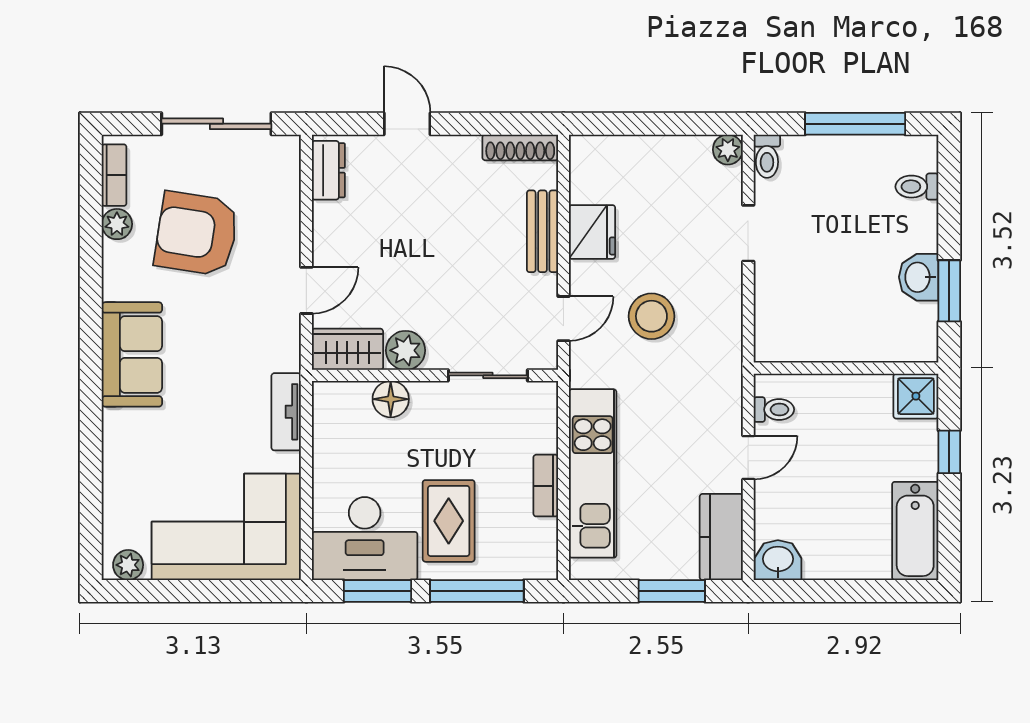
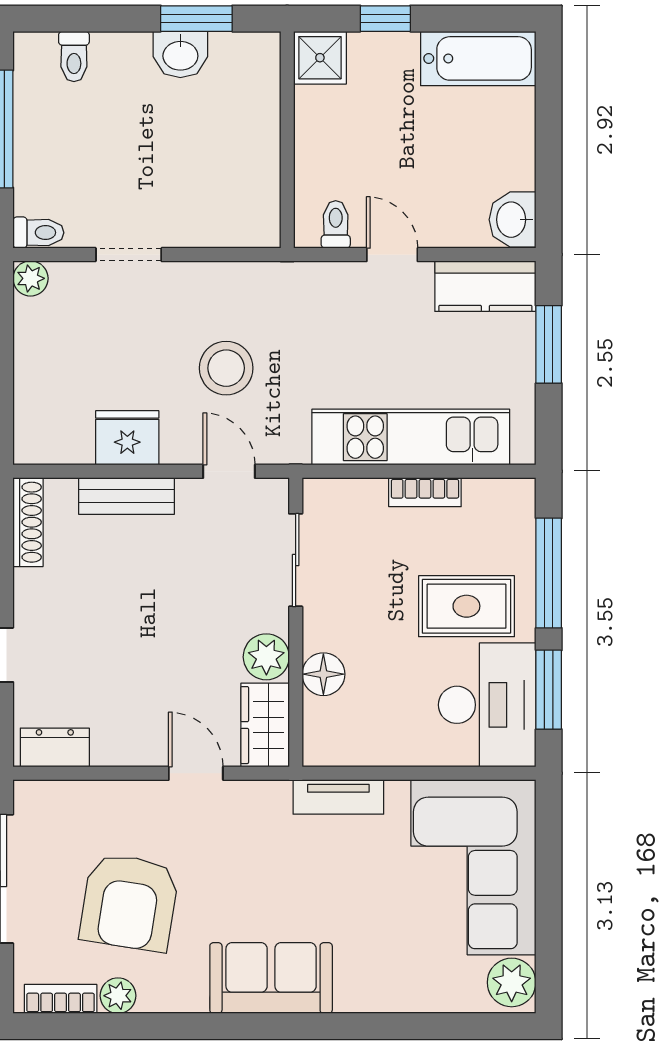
plant: (128, 565) -> (512, 982), width x1.38, depth x1.38

